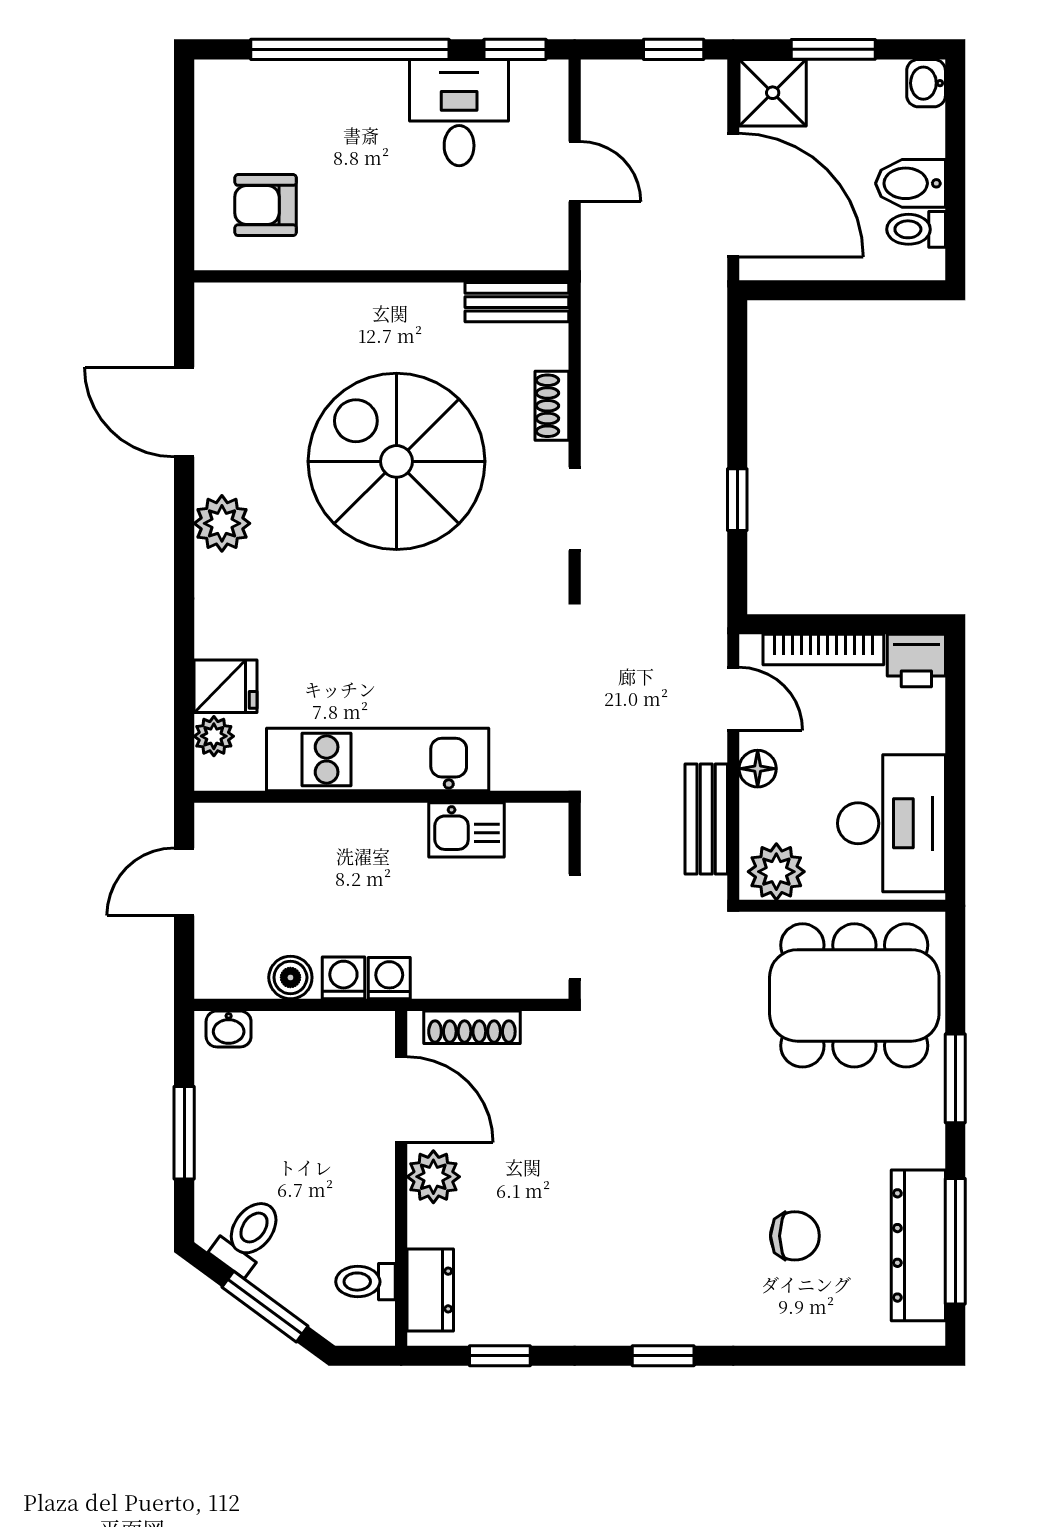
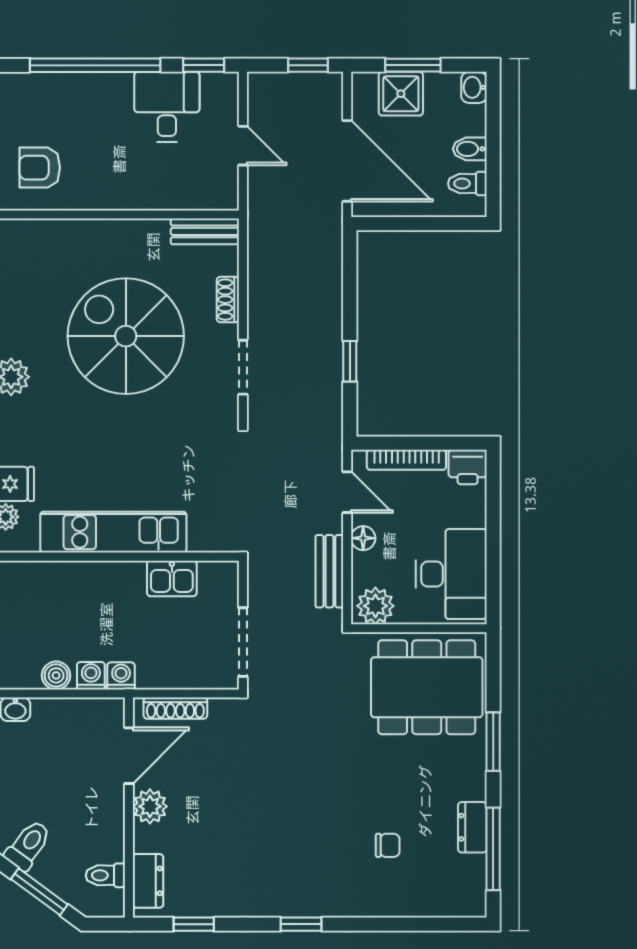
shower: (773, 93) -> (401, 94), moved
bidet: (911, 183) -> (470, 149), width x0.72, depth x0.74
door: (401, 1100) -> (129, 756), hinge flipped
chair: (795, 1236) -> (388, 845), width x0.73, depth x0.73
dresser: (918, 1245) -> (472, 827), width x0.51, depth x0.80

